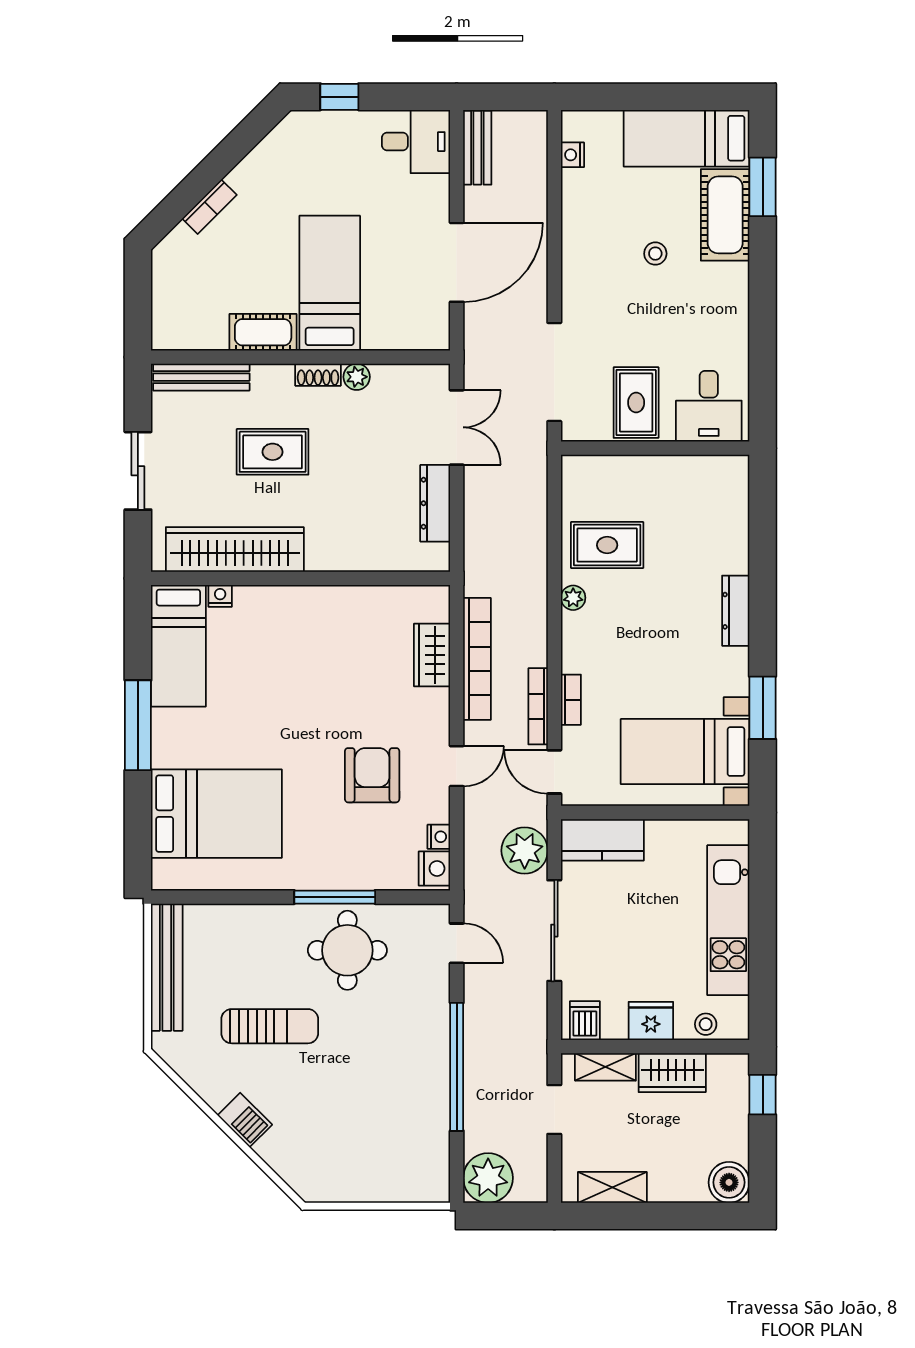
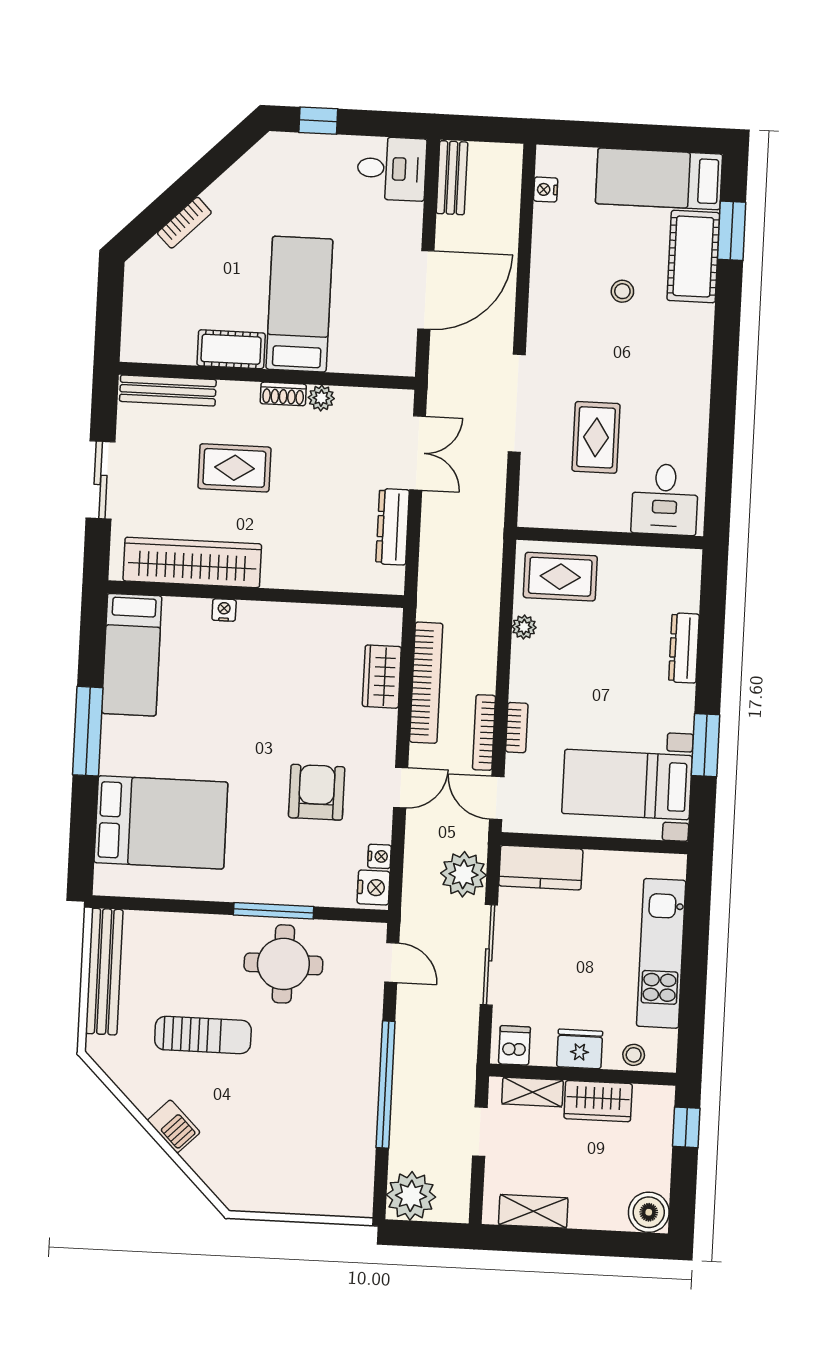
desk: (709, 406) -> (665, 499), moved
wall: (655, 448) -> (610, 538), moved
nightstand: (220, 596) -> (224, 610), moved

